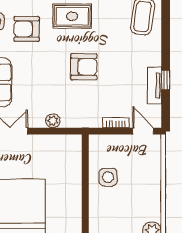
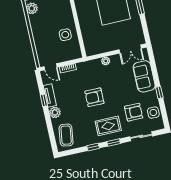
plant: (152, 57) -> (55, 112), added

